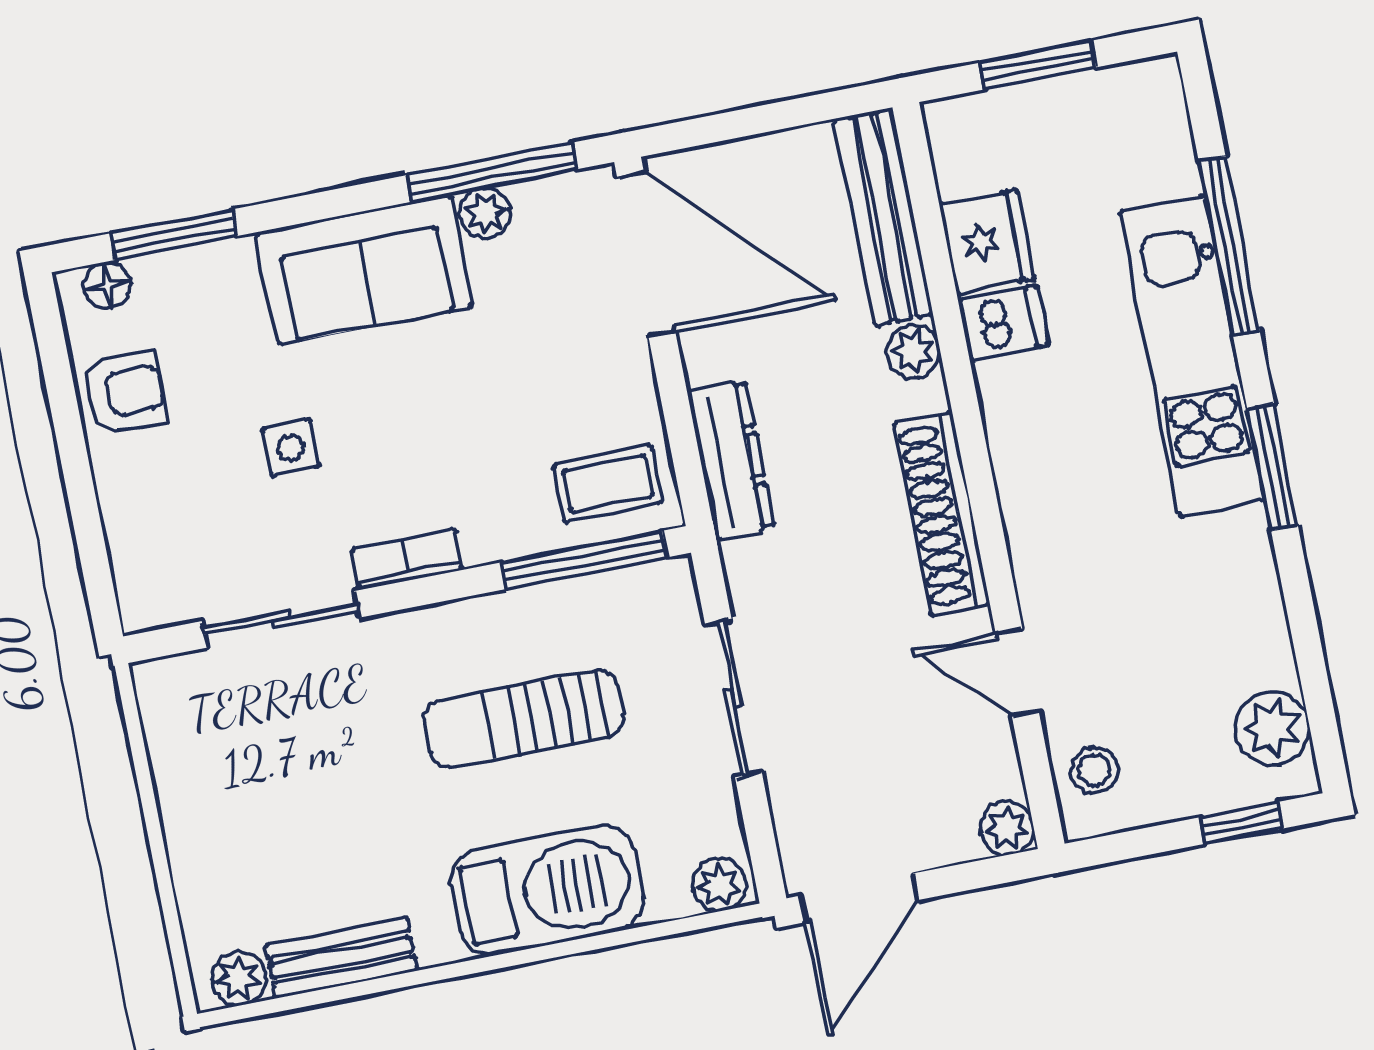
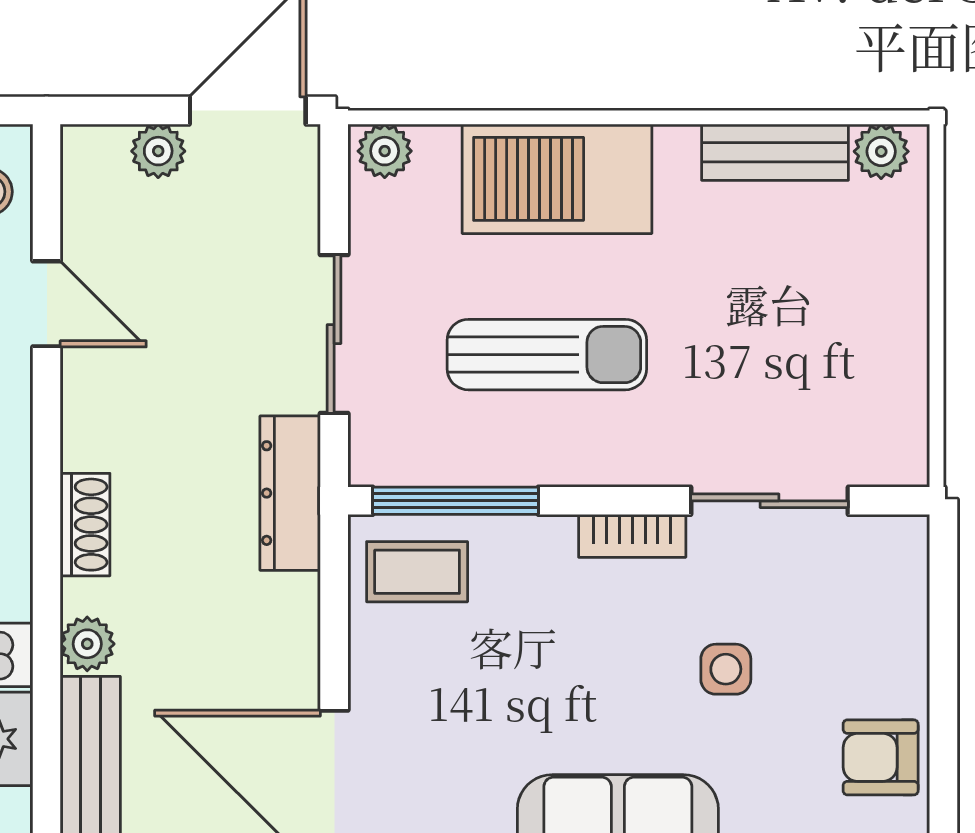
dresser: (731, 460) -> (290, 493), moved
shoe rack: (941, 514) -> (85, 525), width x0.51, depth x0.81
plant: (1007, 828) -> (158, 151), moved

